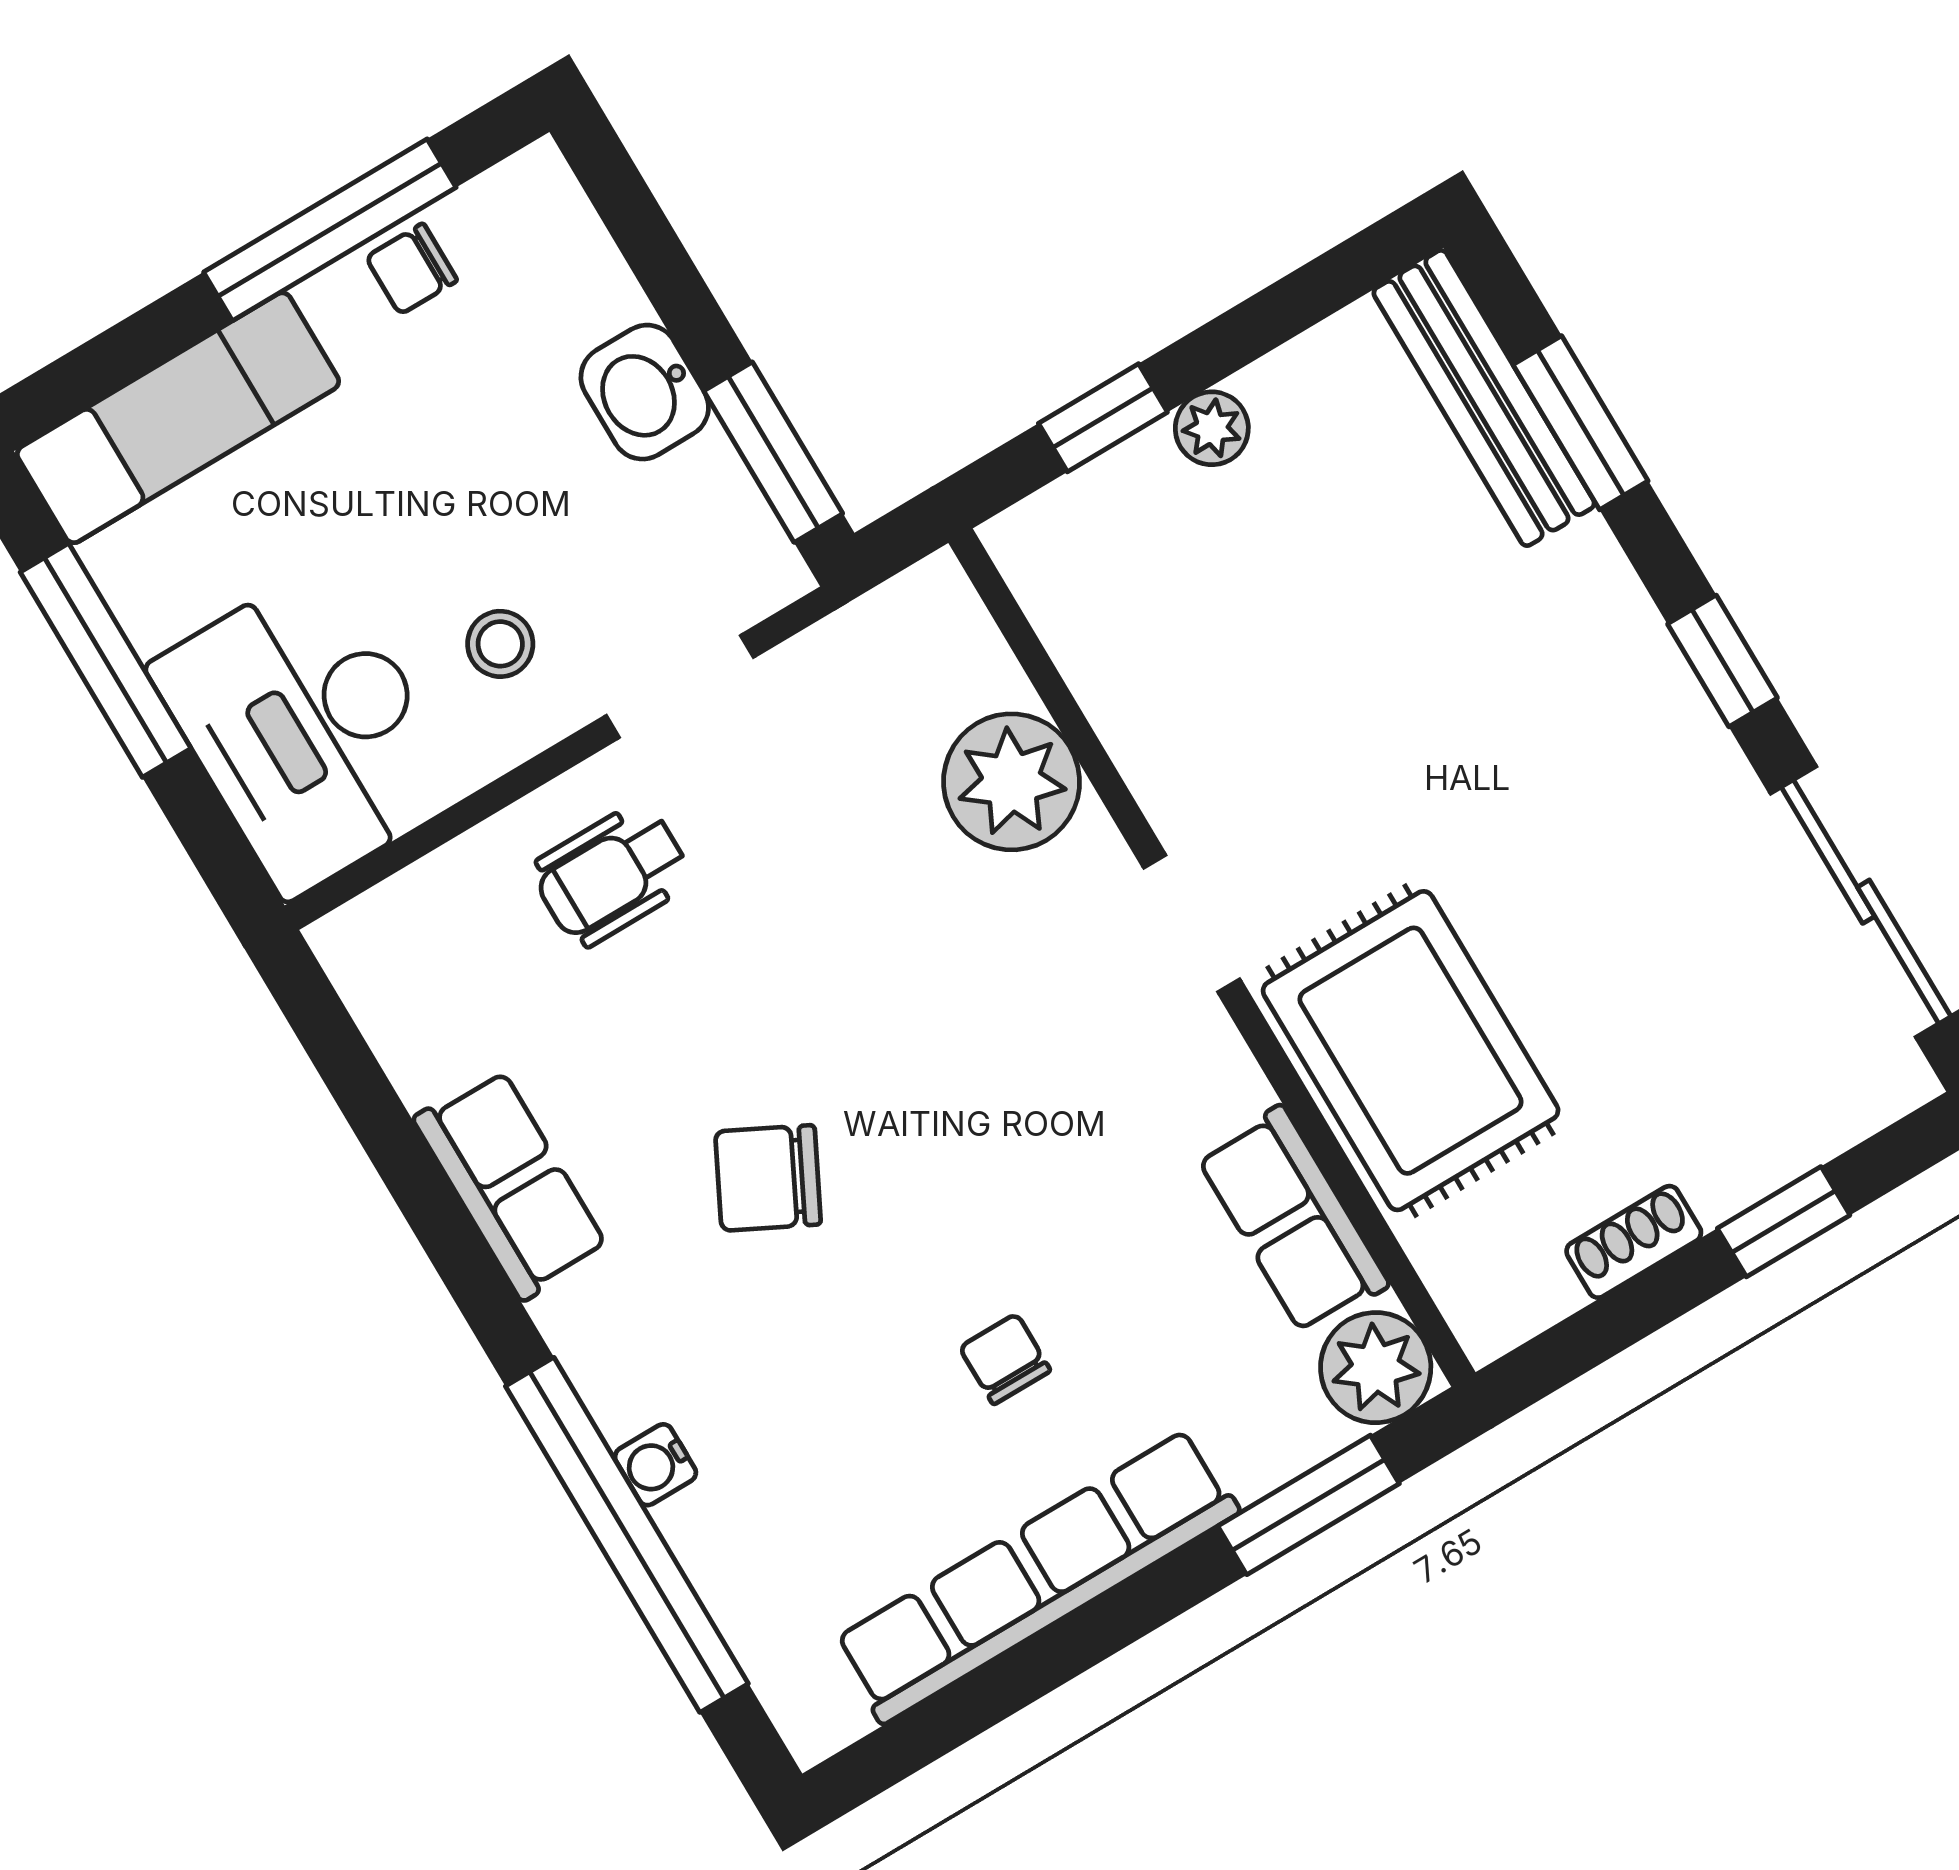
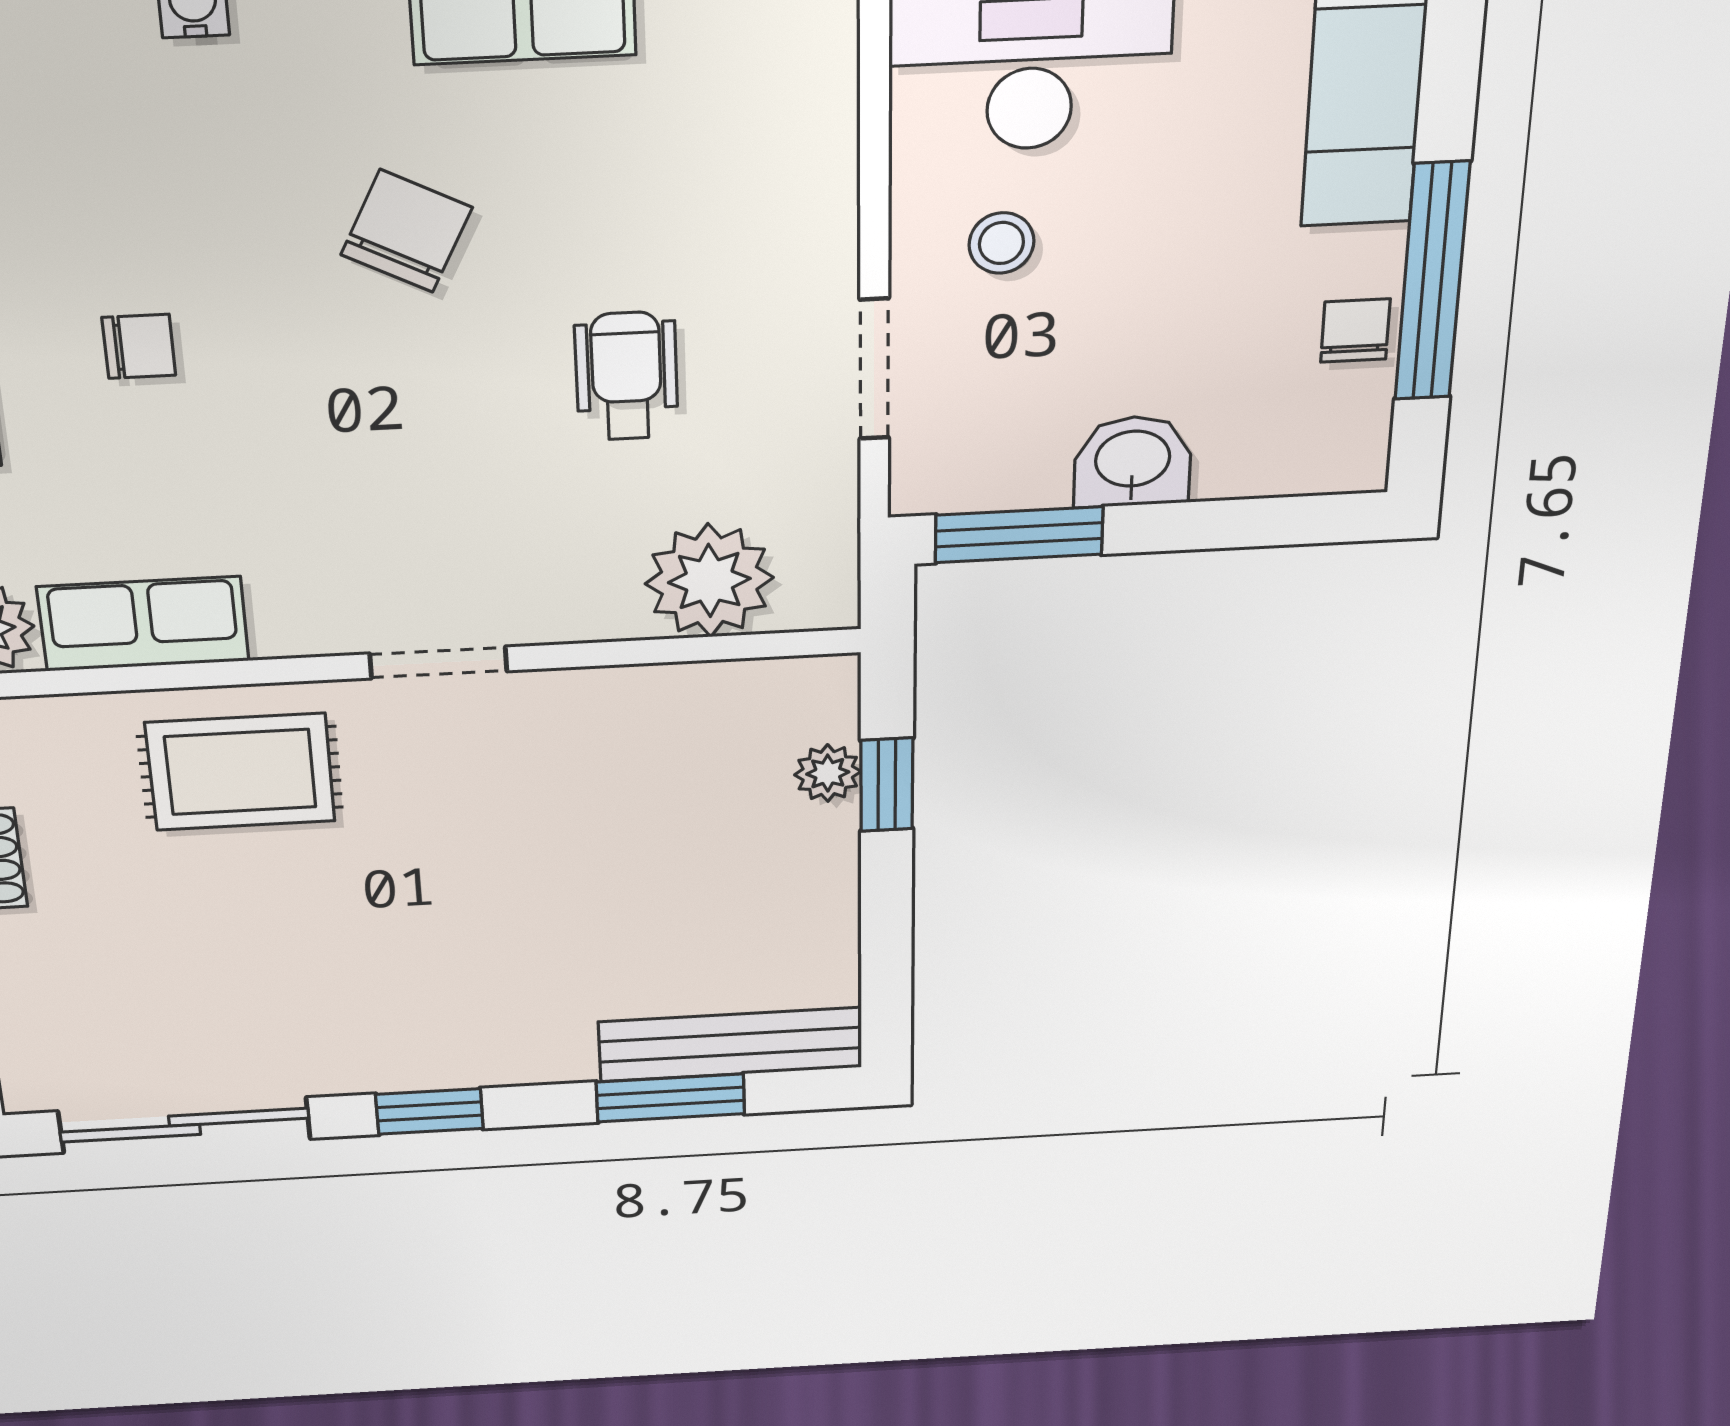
plant: (1212, 428) -> (828, 773), moved
plant: (1012, 782) -> (709, 581), moved
wheelchair: (612, 875) -> (626, 376), moved
rug: (1411, 1051) -> (240, 772), width x0.73, depth x0.70

